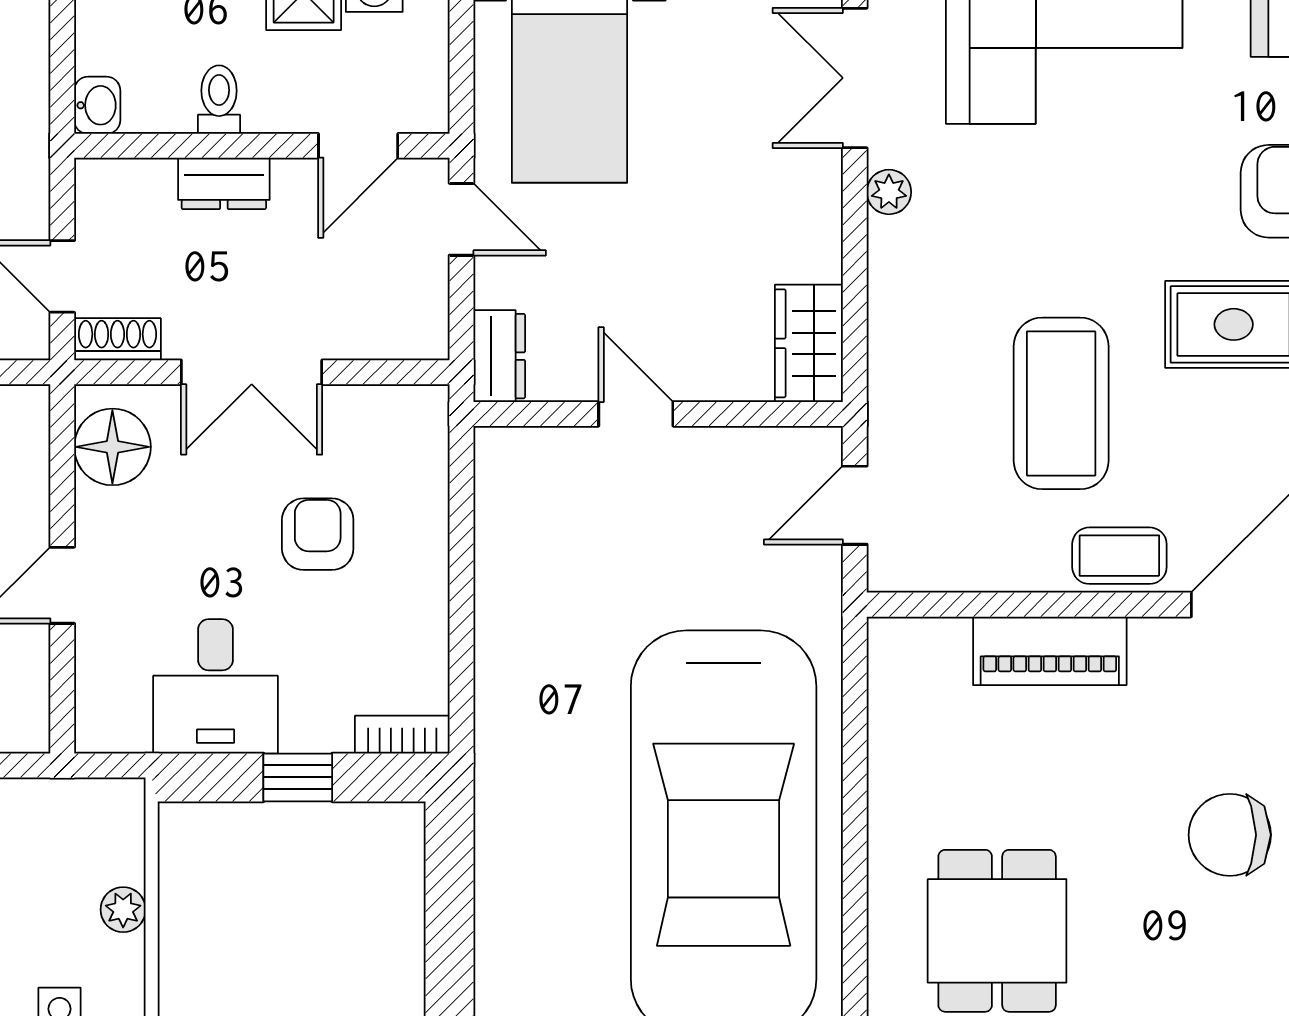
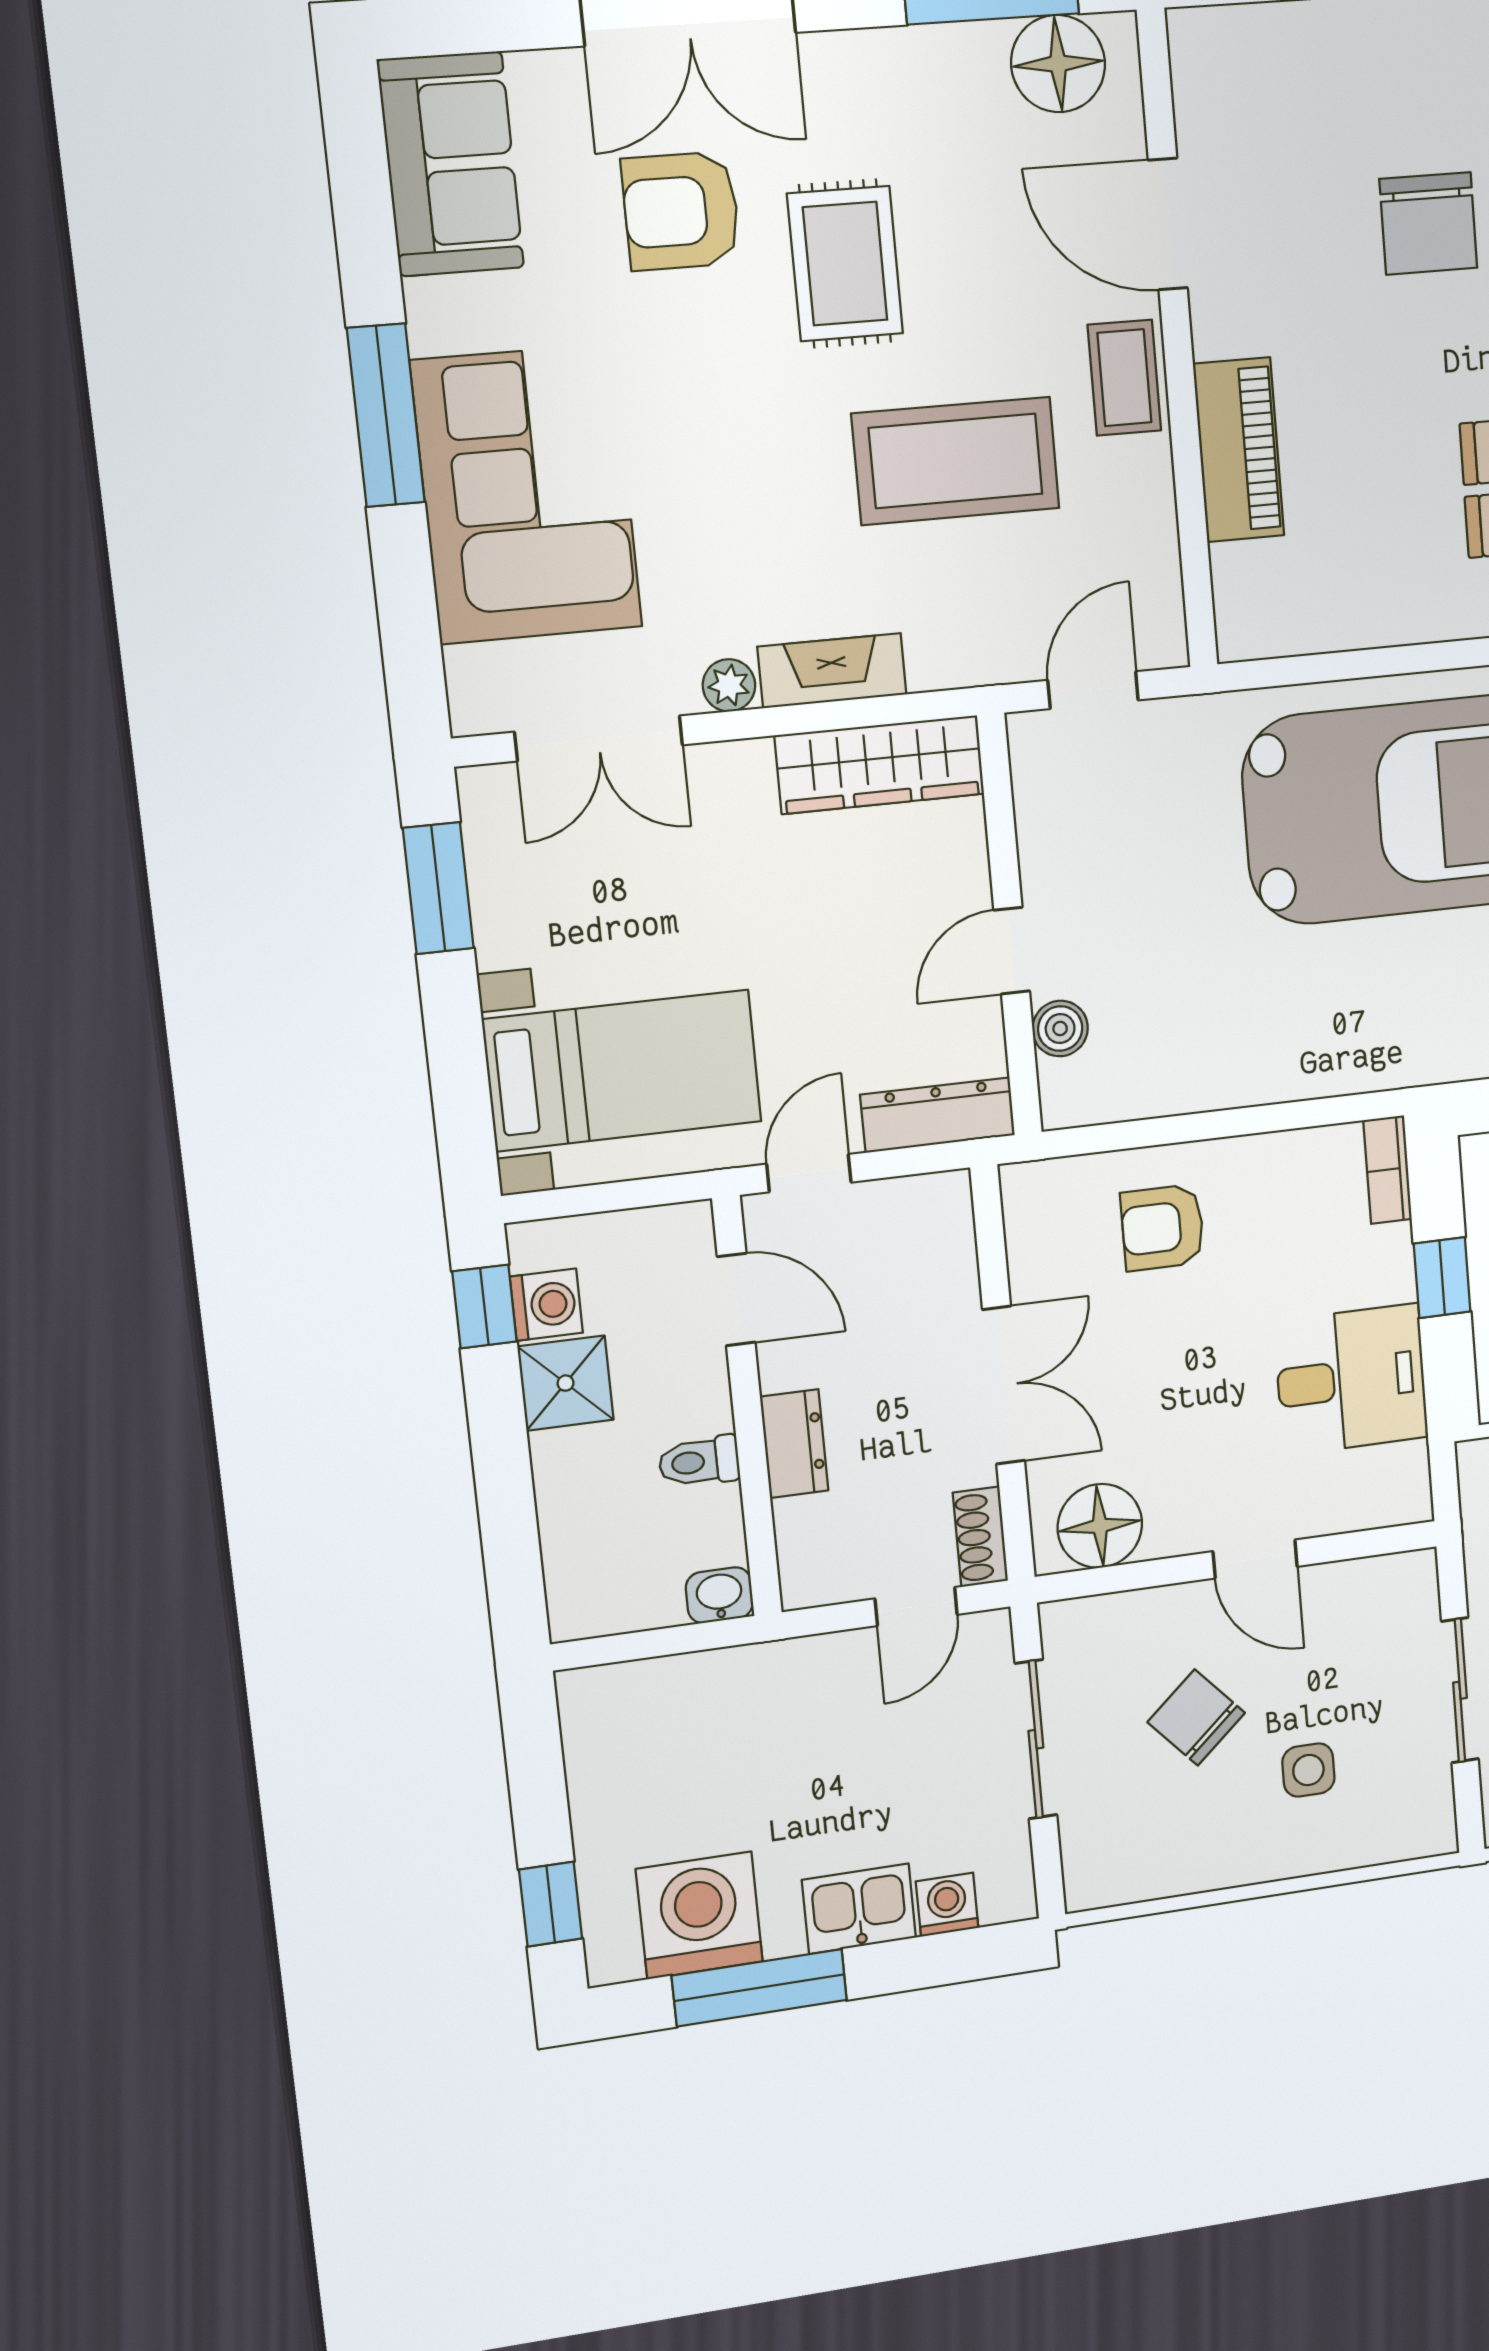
fireplace: (893, 281) -> (832, 671), added
wardrobe: (809, 343) -> (880, 765), width x1.50
dresser: (499, 356) -> (938, 1115), width x1.44
boiler: (563, 450) -> (1060, 1029), added
door: (855, 505) -> (1093, 690), swing flipped
armchair: (318, 534) -> (1163, 1228), moved

